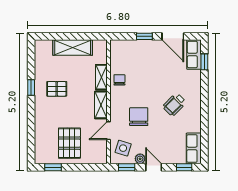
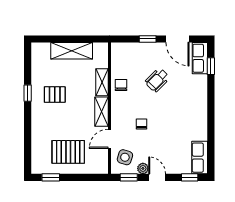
wheelchair: (174, 105) -> (157, 80), moved
chair: (139, 117) -> (142, 124), width x0.54, depth x0.54
pallet: (69, 143) -> (68, 152), turned 90

